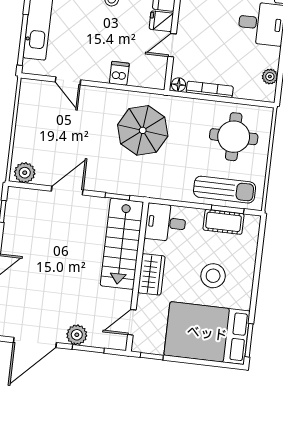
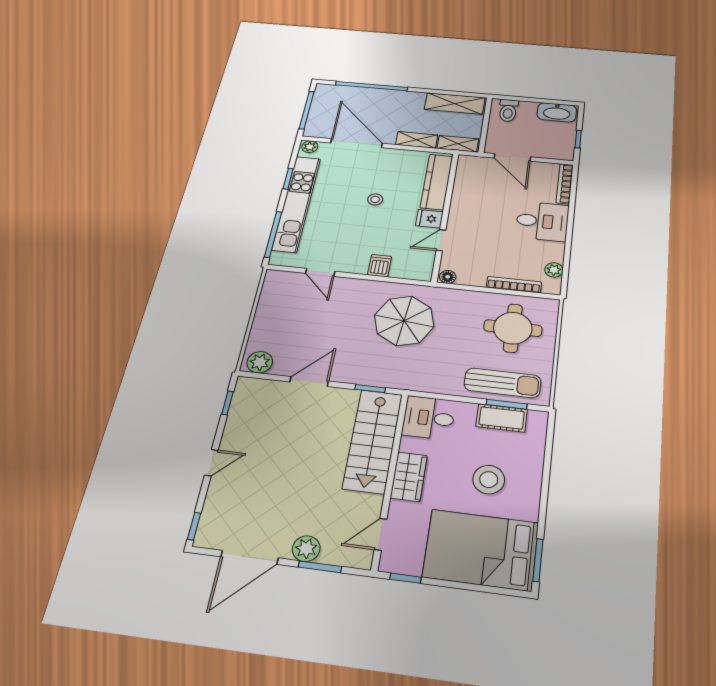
bookcase: (210, 89) -> (514, 285), moved

